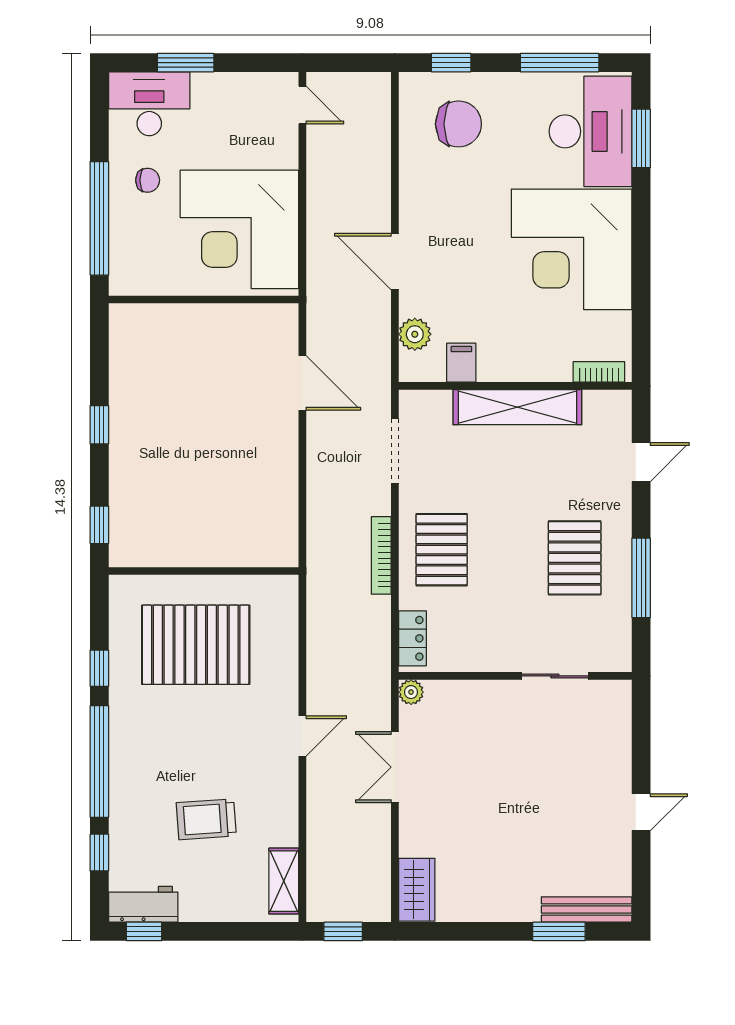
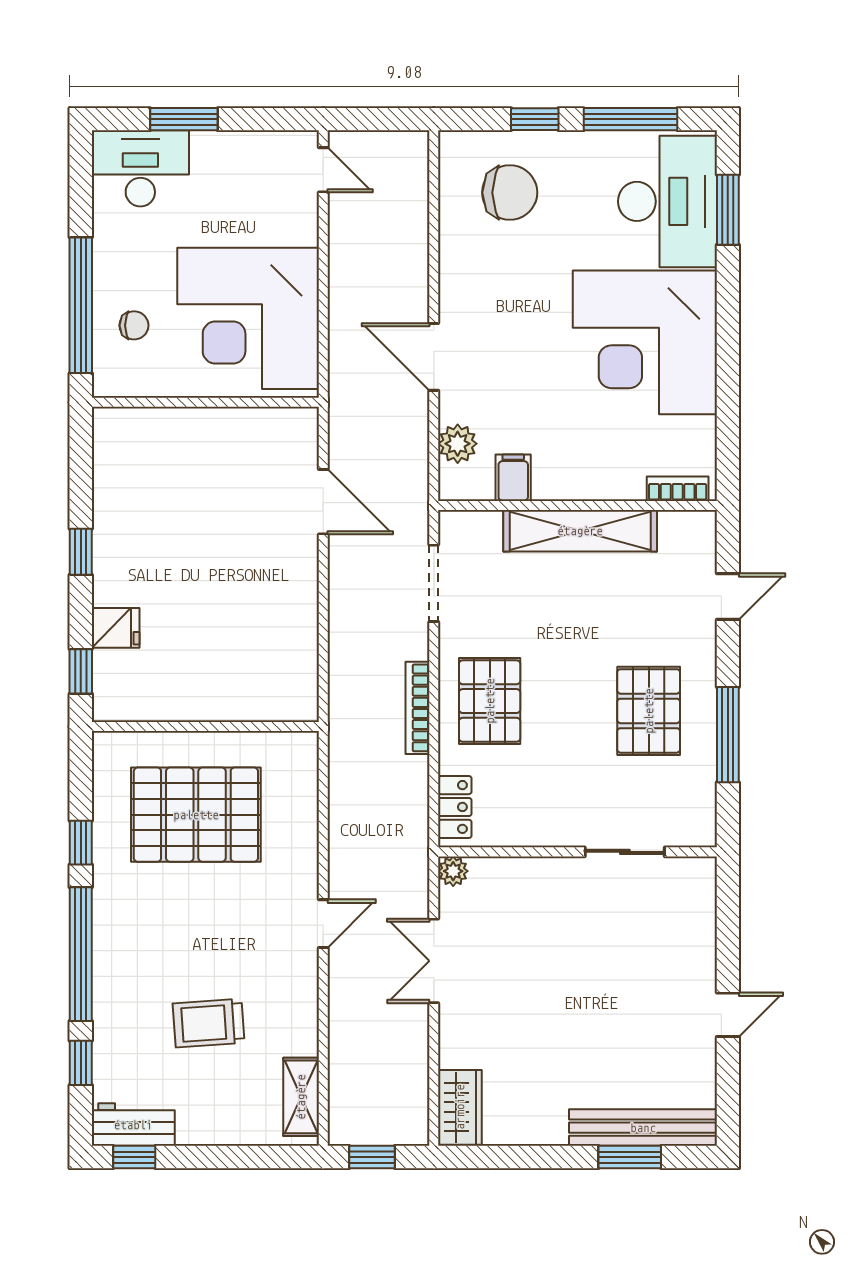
window: (451, 63) -> (535, 119), moved
chair: (148, 180) -> (134, 325), moved
fridge: (128, 488) -> (116, 628), added
bench: (587, 909) -> (643, 1128), width x1.37, depth x1.21

